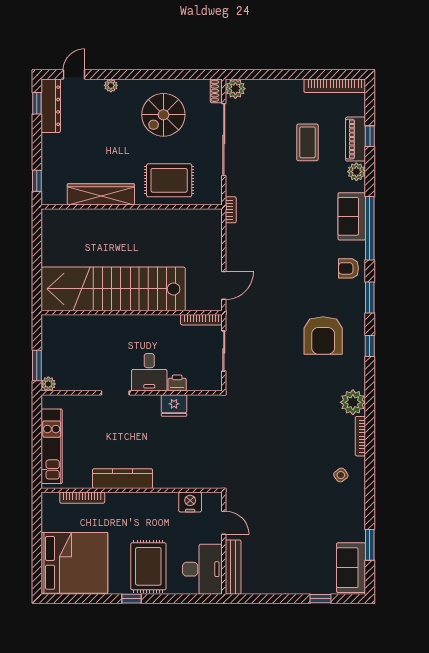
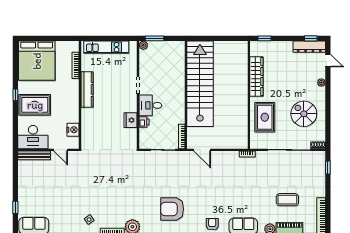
window: (254, 75) -> (328, 168), added
plant: (235, 89) -> (319, 157), removed
door: (224, 523) -> (61, 150), hinge flipped

